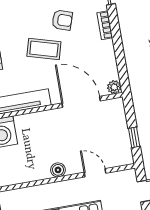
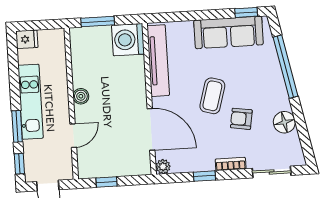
armchair: (62, 20) -> (241, 119), turned 80
window: (119, 48) -> (204, 176), added
door: (81, 102) -> (151, 129), hinge flipped

